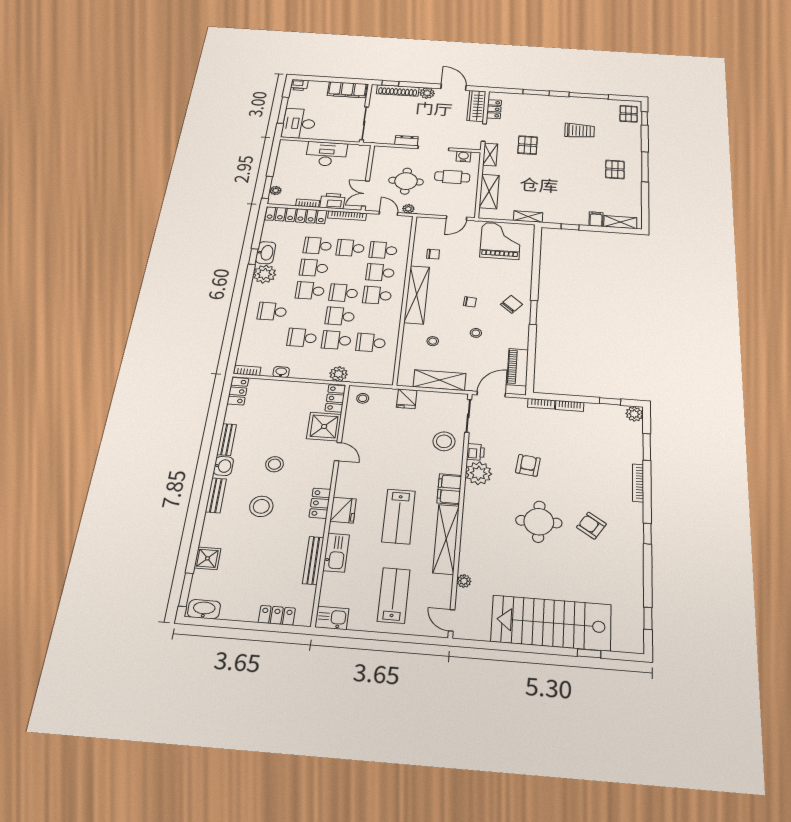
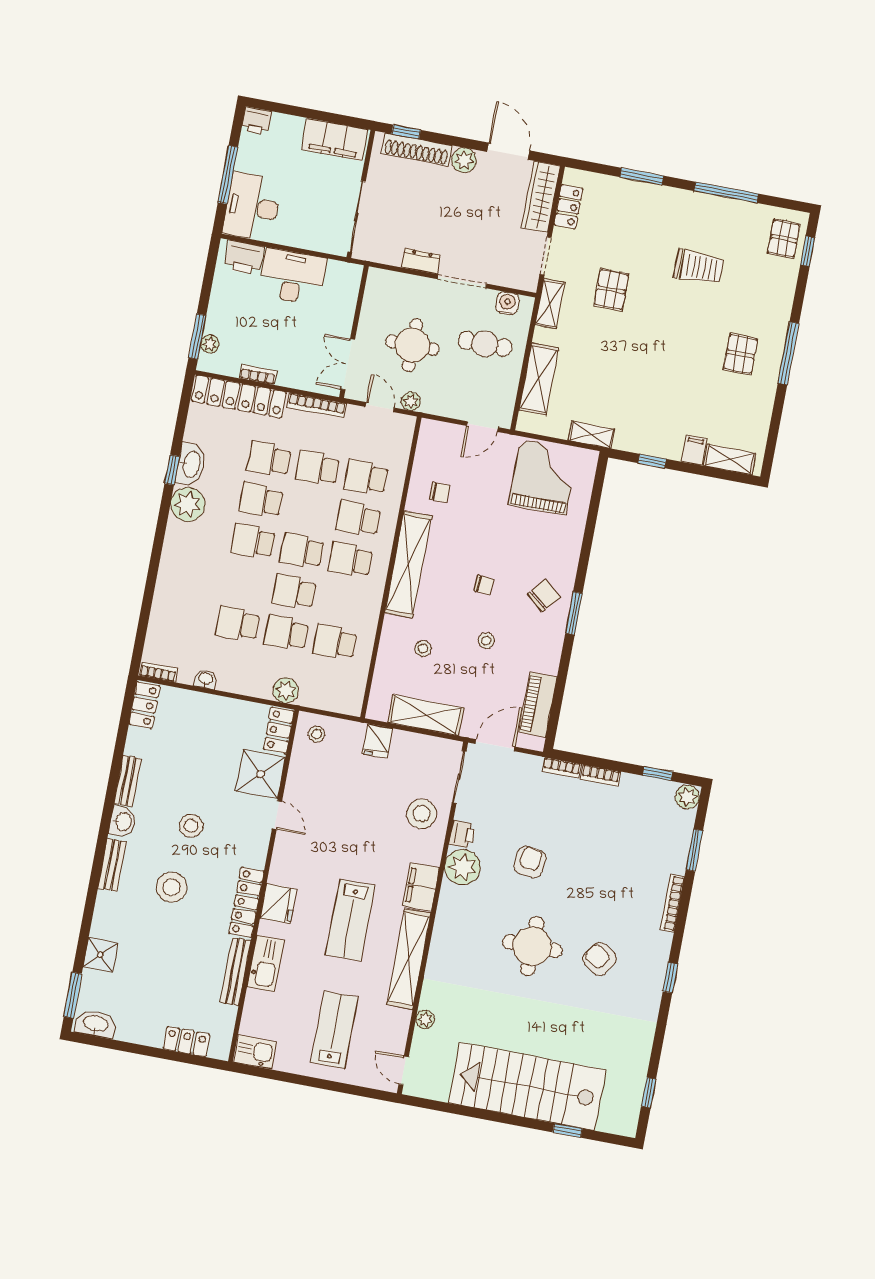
printer: (332, 201) -> (244, 258), moved, turned 180
school desk: (272, 311) -> (197, 573), removed
locker: (320, 503) -> (246, 902), width x1.53

